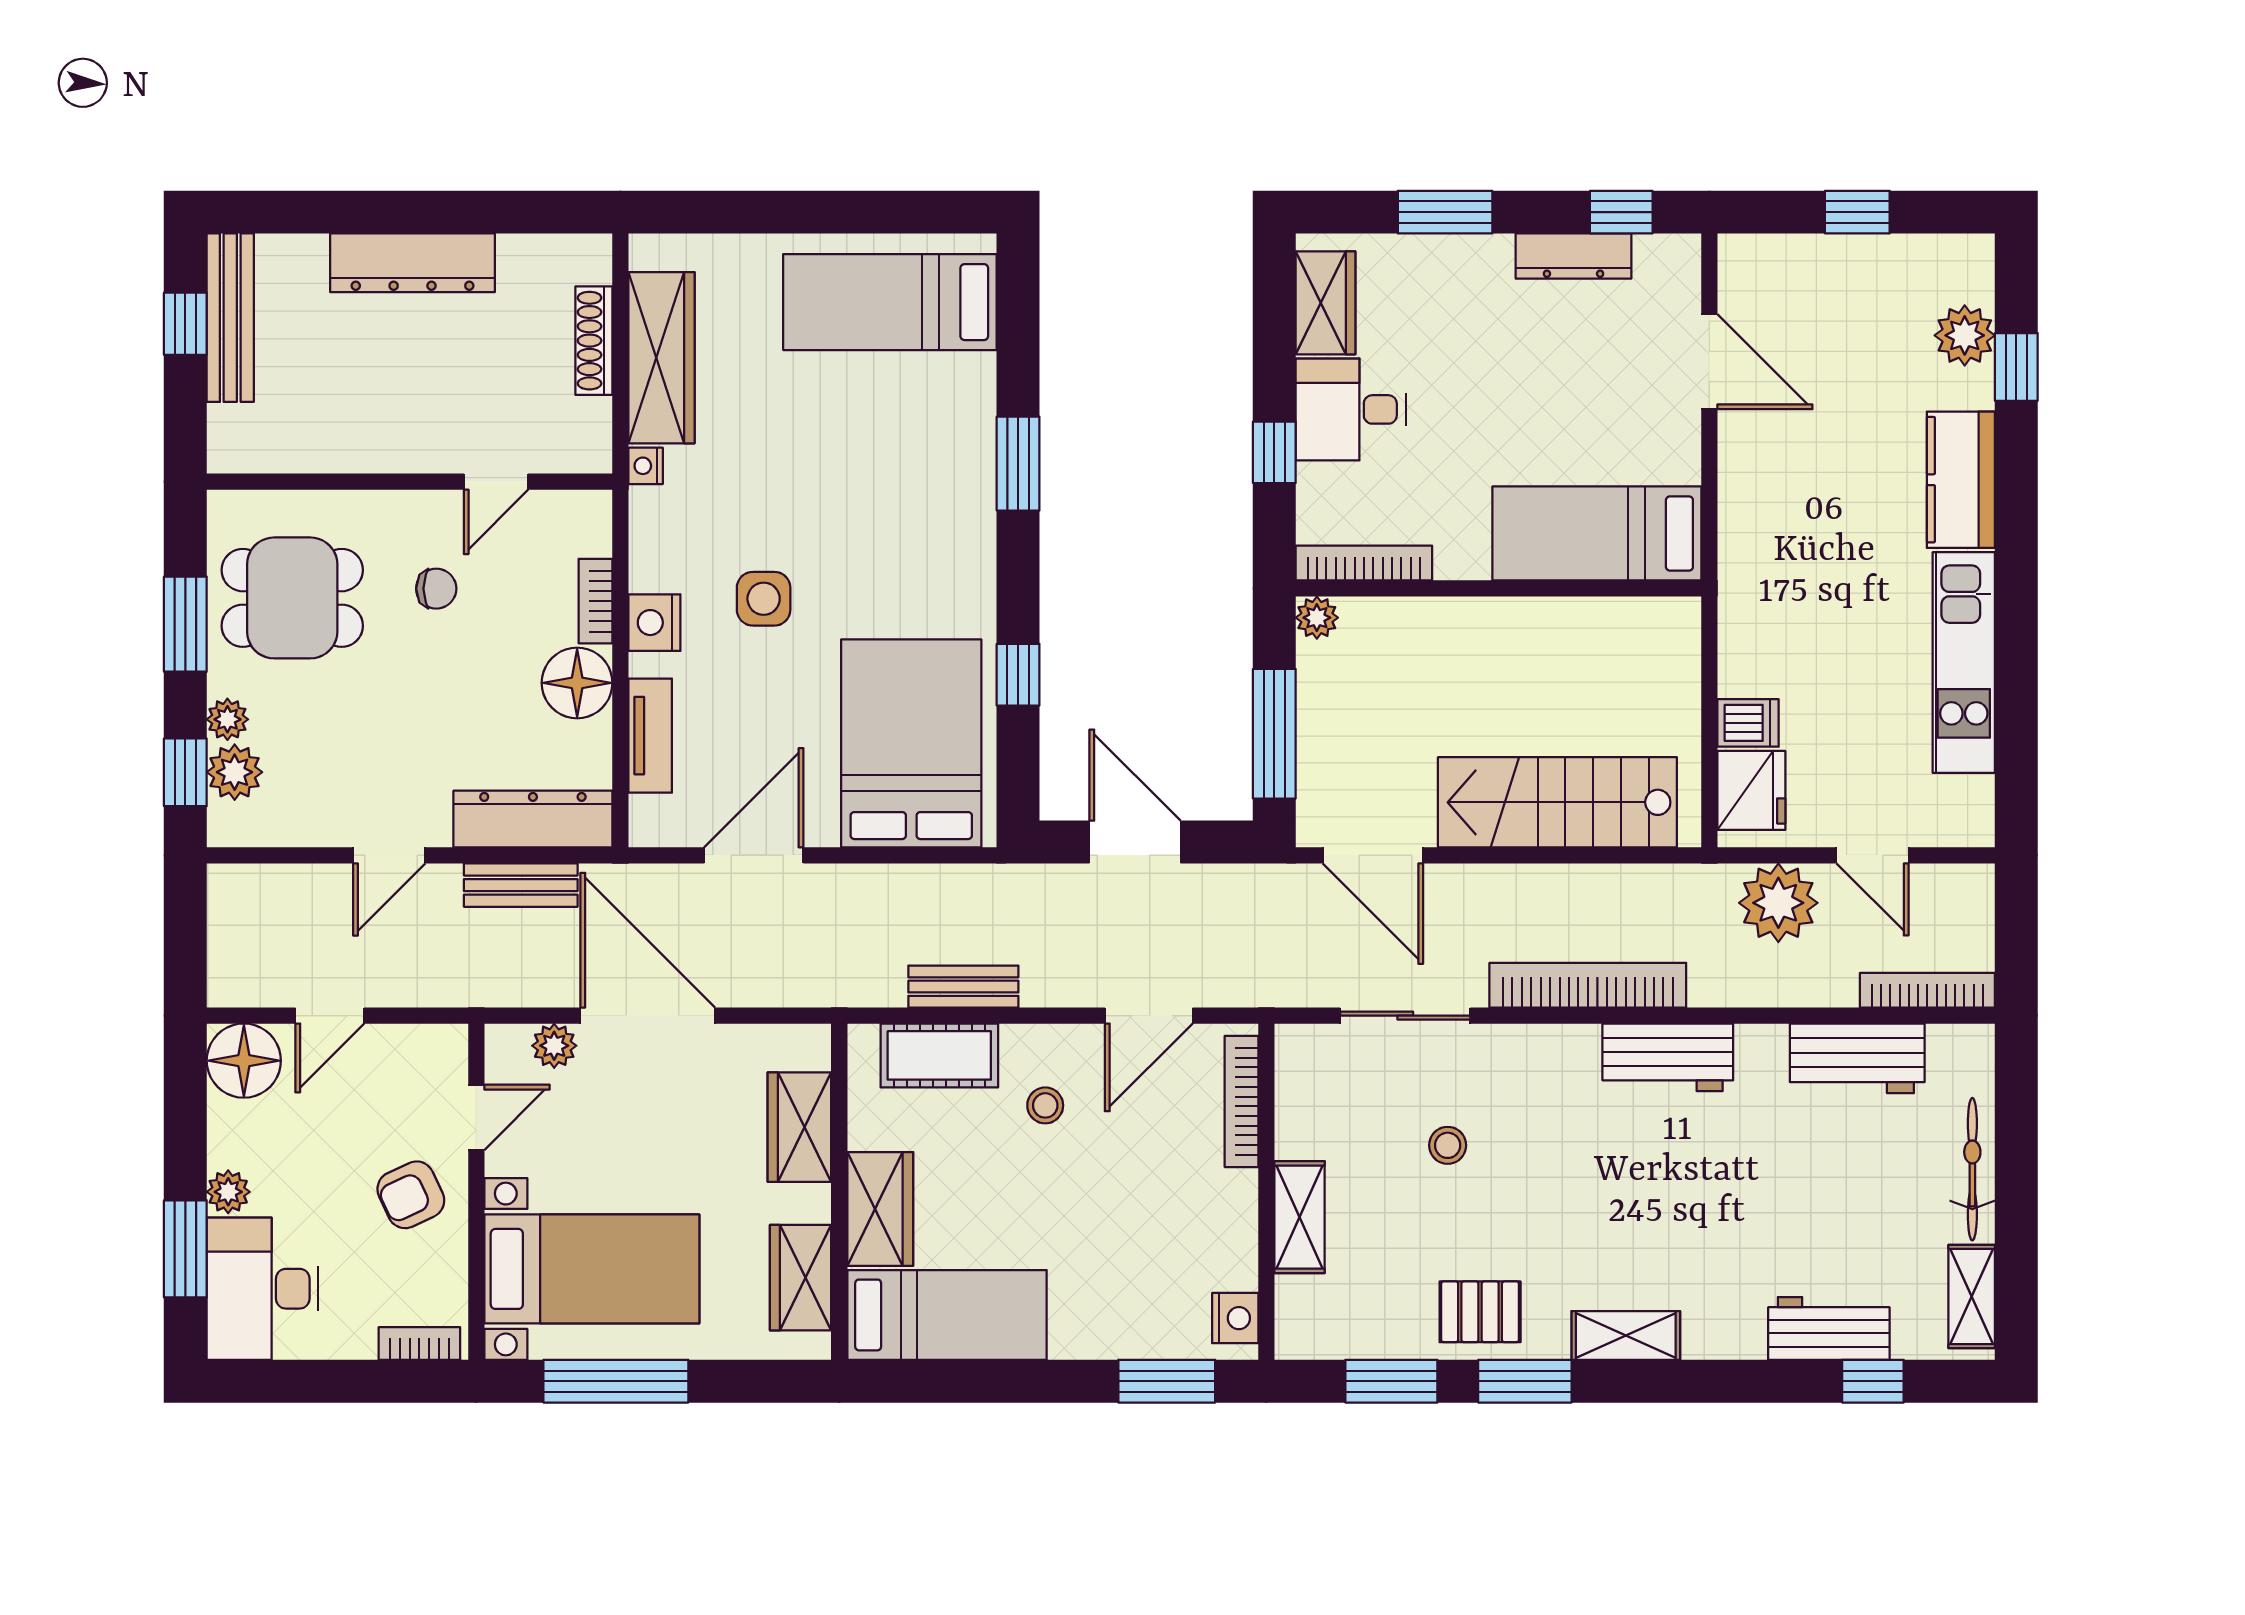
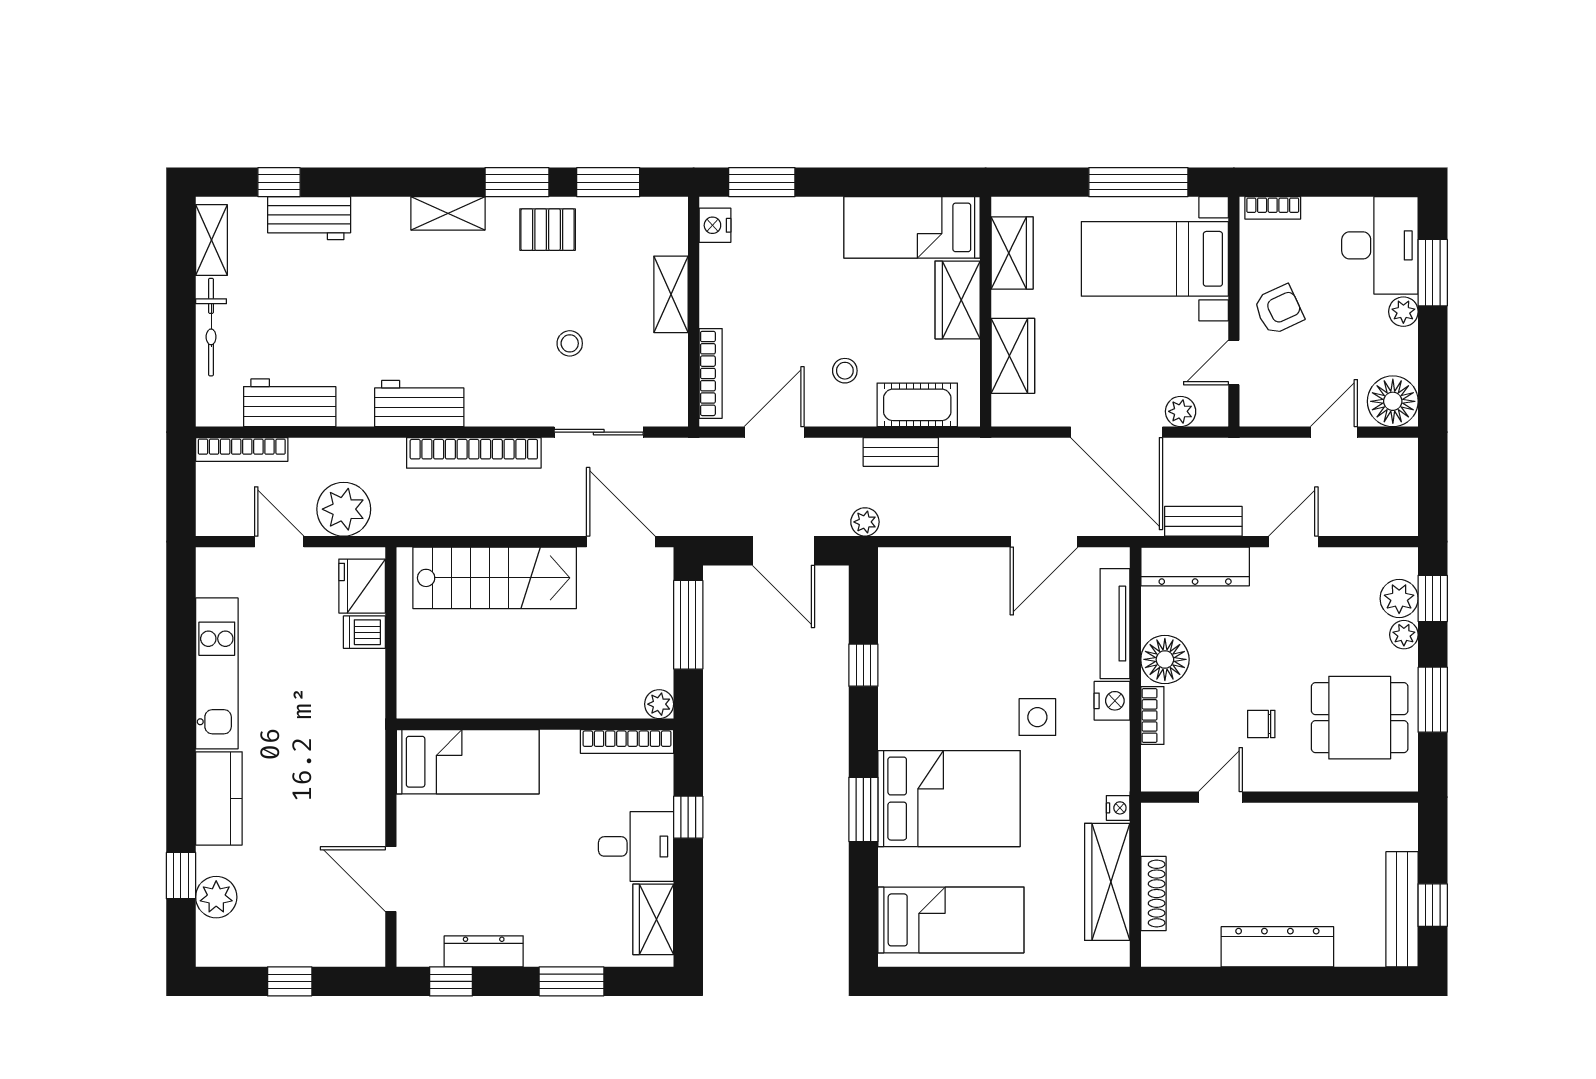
tv unit: (650, 736) -> (1115, 624), width x1.41
bed: (911, 743) -> (949, 799), moved, turned -90
plant: (1016, 884) -> (865, 522), added

